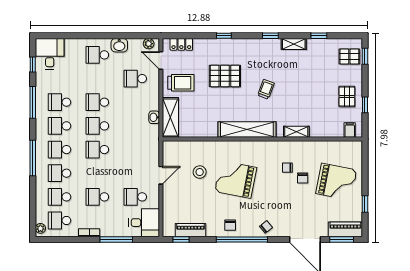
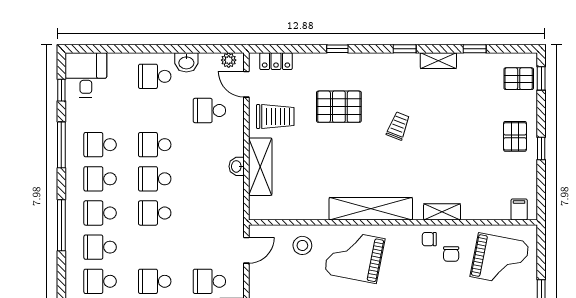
shelving: (247, 130) -> (371, 209), moved
filing cabinet: (350, 130) -> (519, 209), moved
shelving: (296, 132) -> (442, 212), moved
wall: (262, 139) -> (393, 222), moved

